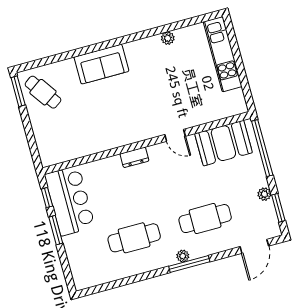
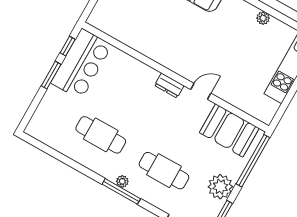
door: (175, 135) -> (201, 91), swing flipped
dresser: (134, 157) -> (169, 86), moved
plant: (264, 194) -> (220, 187), width x1.88, depth x1.88

